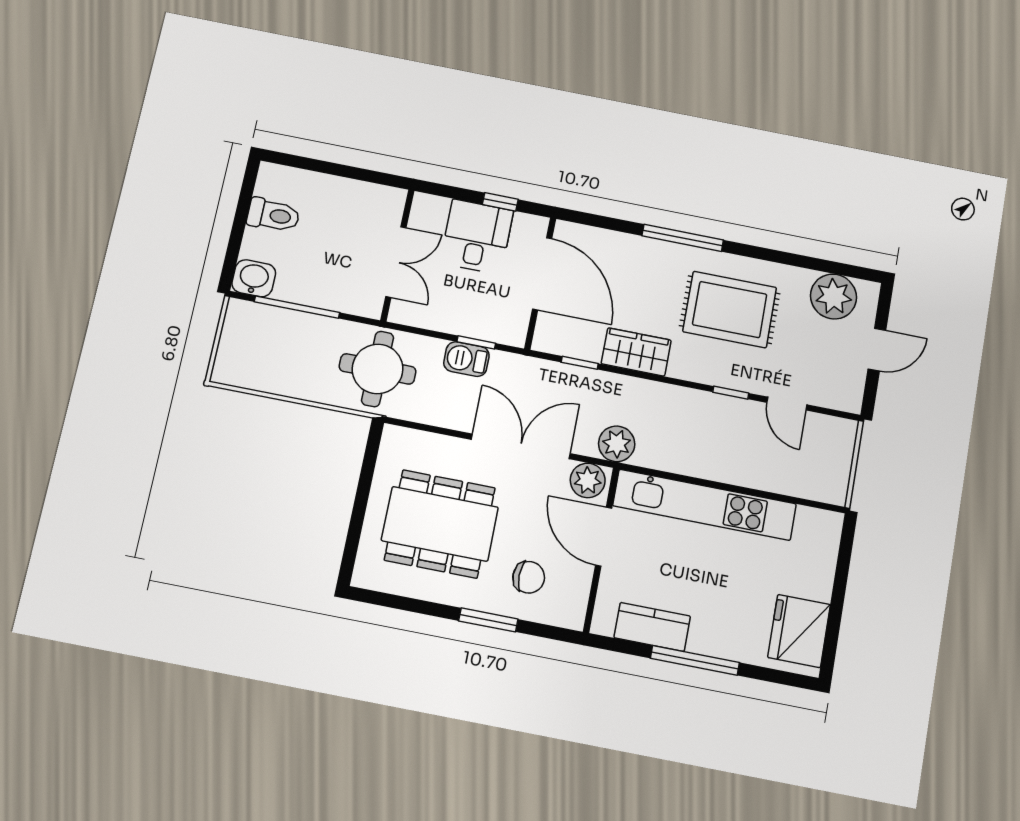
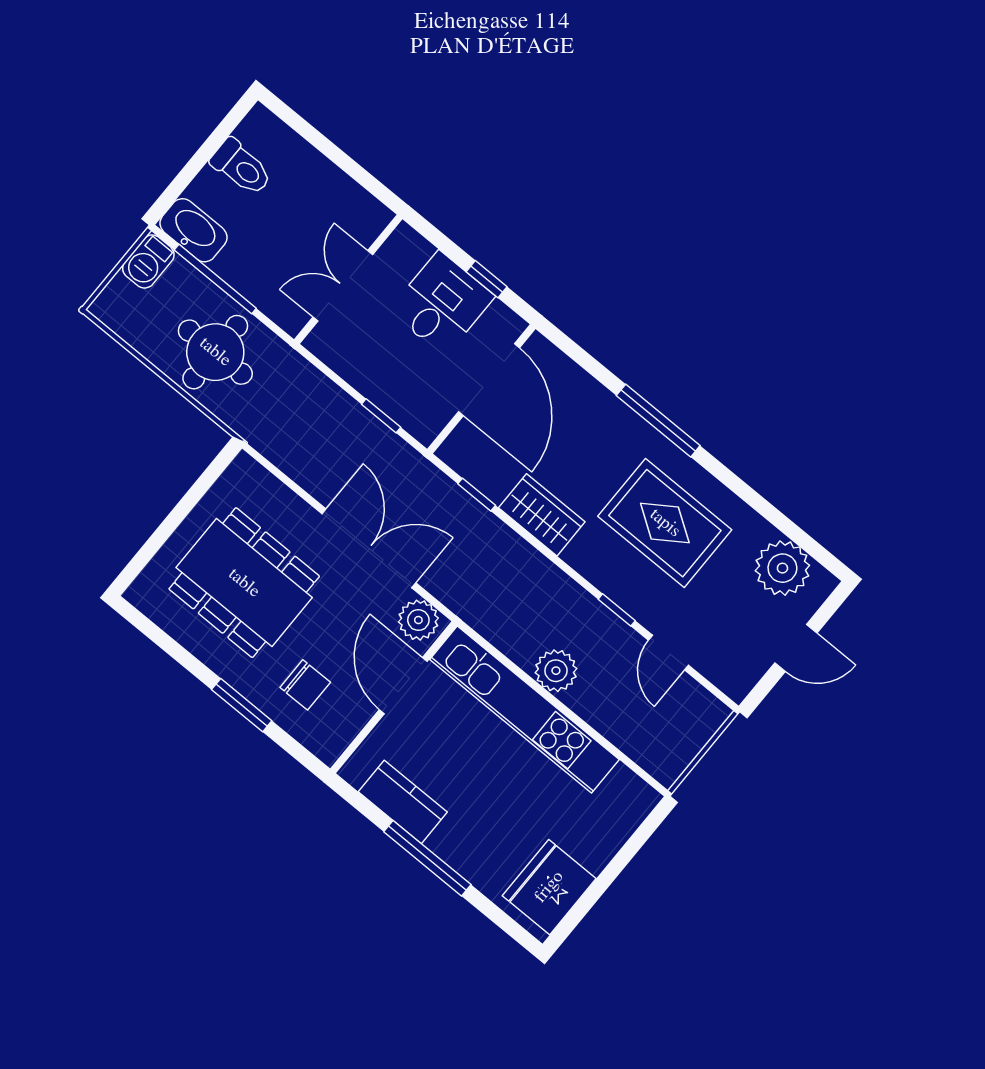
double door: (396, 262) -> (343, 286), swing flipped
washbasin: (254, 278) -> (194, 230), width x1.38
barbecue: (466, 359) -> (148, 261), moved, turned -90
round table: (378, 369) -> (215, 352), moved
plant: (617, 444) -> (556, 671), moved

